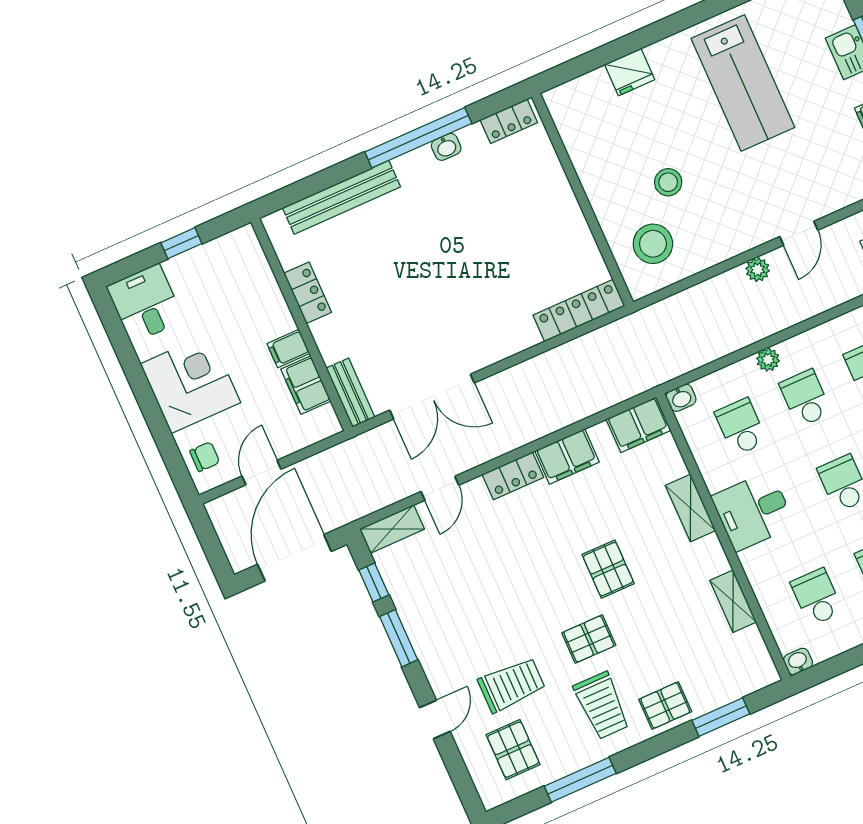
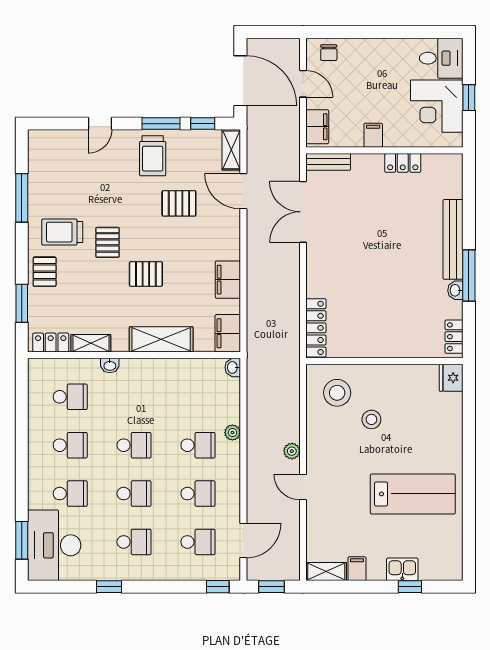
fridge: (630, 72) -> (451, 378), moved
lab bench: (743, 83) -> (413, 494), turned 180
window: (418, 138) -> (469, 275), width x0.68
bench: (342, 197) -> (453, 239), moved
corner desk: (190, 383) -> (437, 106), moved, turned 90
filing cabinet: (306, 385) -> (317, 127), moved, turned 90
school desk: (741, 427) -> (198, 397), removed
locker: (513, 476) -> (51, 343), moved, turned 90
door: (440, 488) -> (243, 191), width x1.37
shelving: (690, 508) -> (161, 339), width x1.50, depth x1.33
desk: (753, 511) -> (142, 381), removed
washbasin: (798, 661) -> (110, 365), moved, turned 90
trolley: (512, 685) -> (153, 156), moved
door: (435, 720) -> (100, 124), hinge flipped
pallet: (513, 750) -> (179, 203), moved

